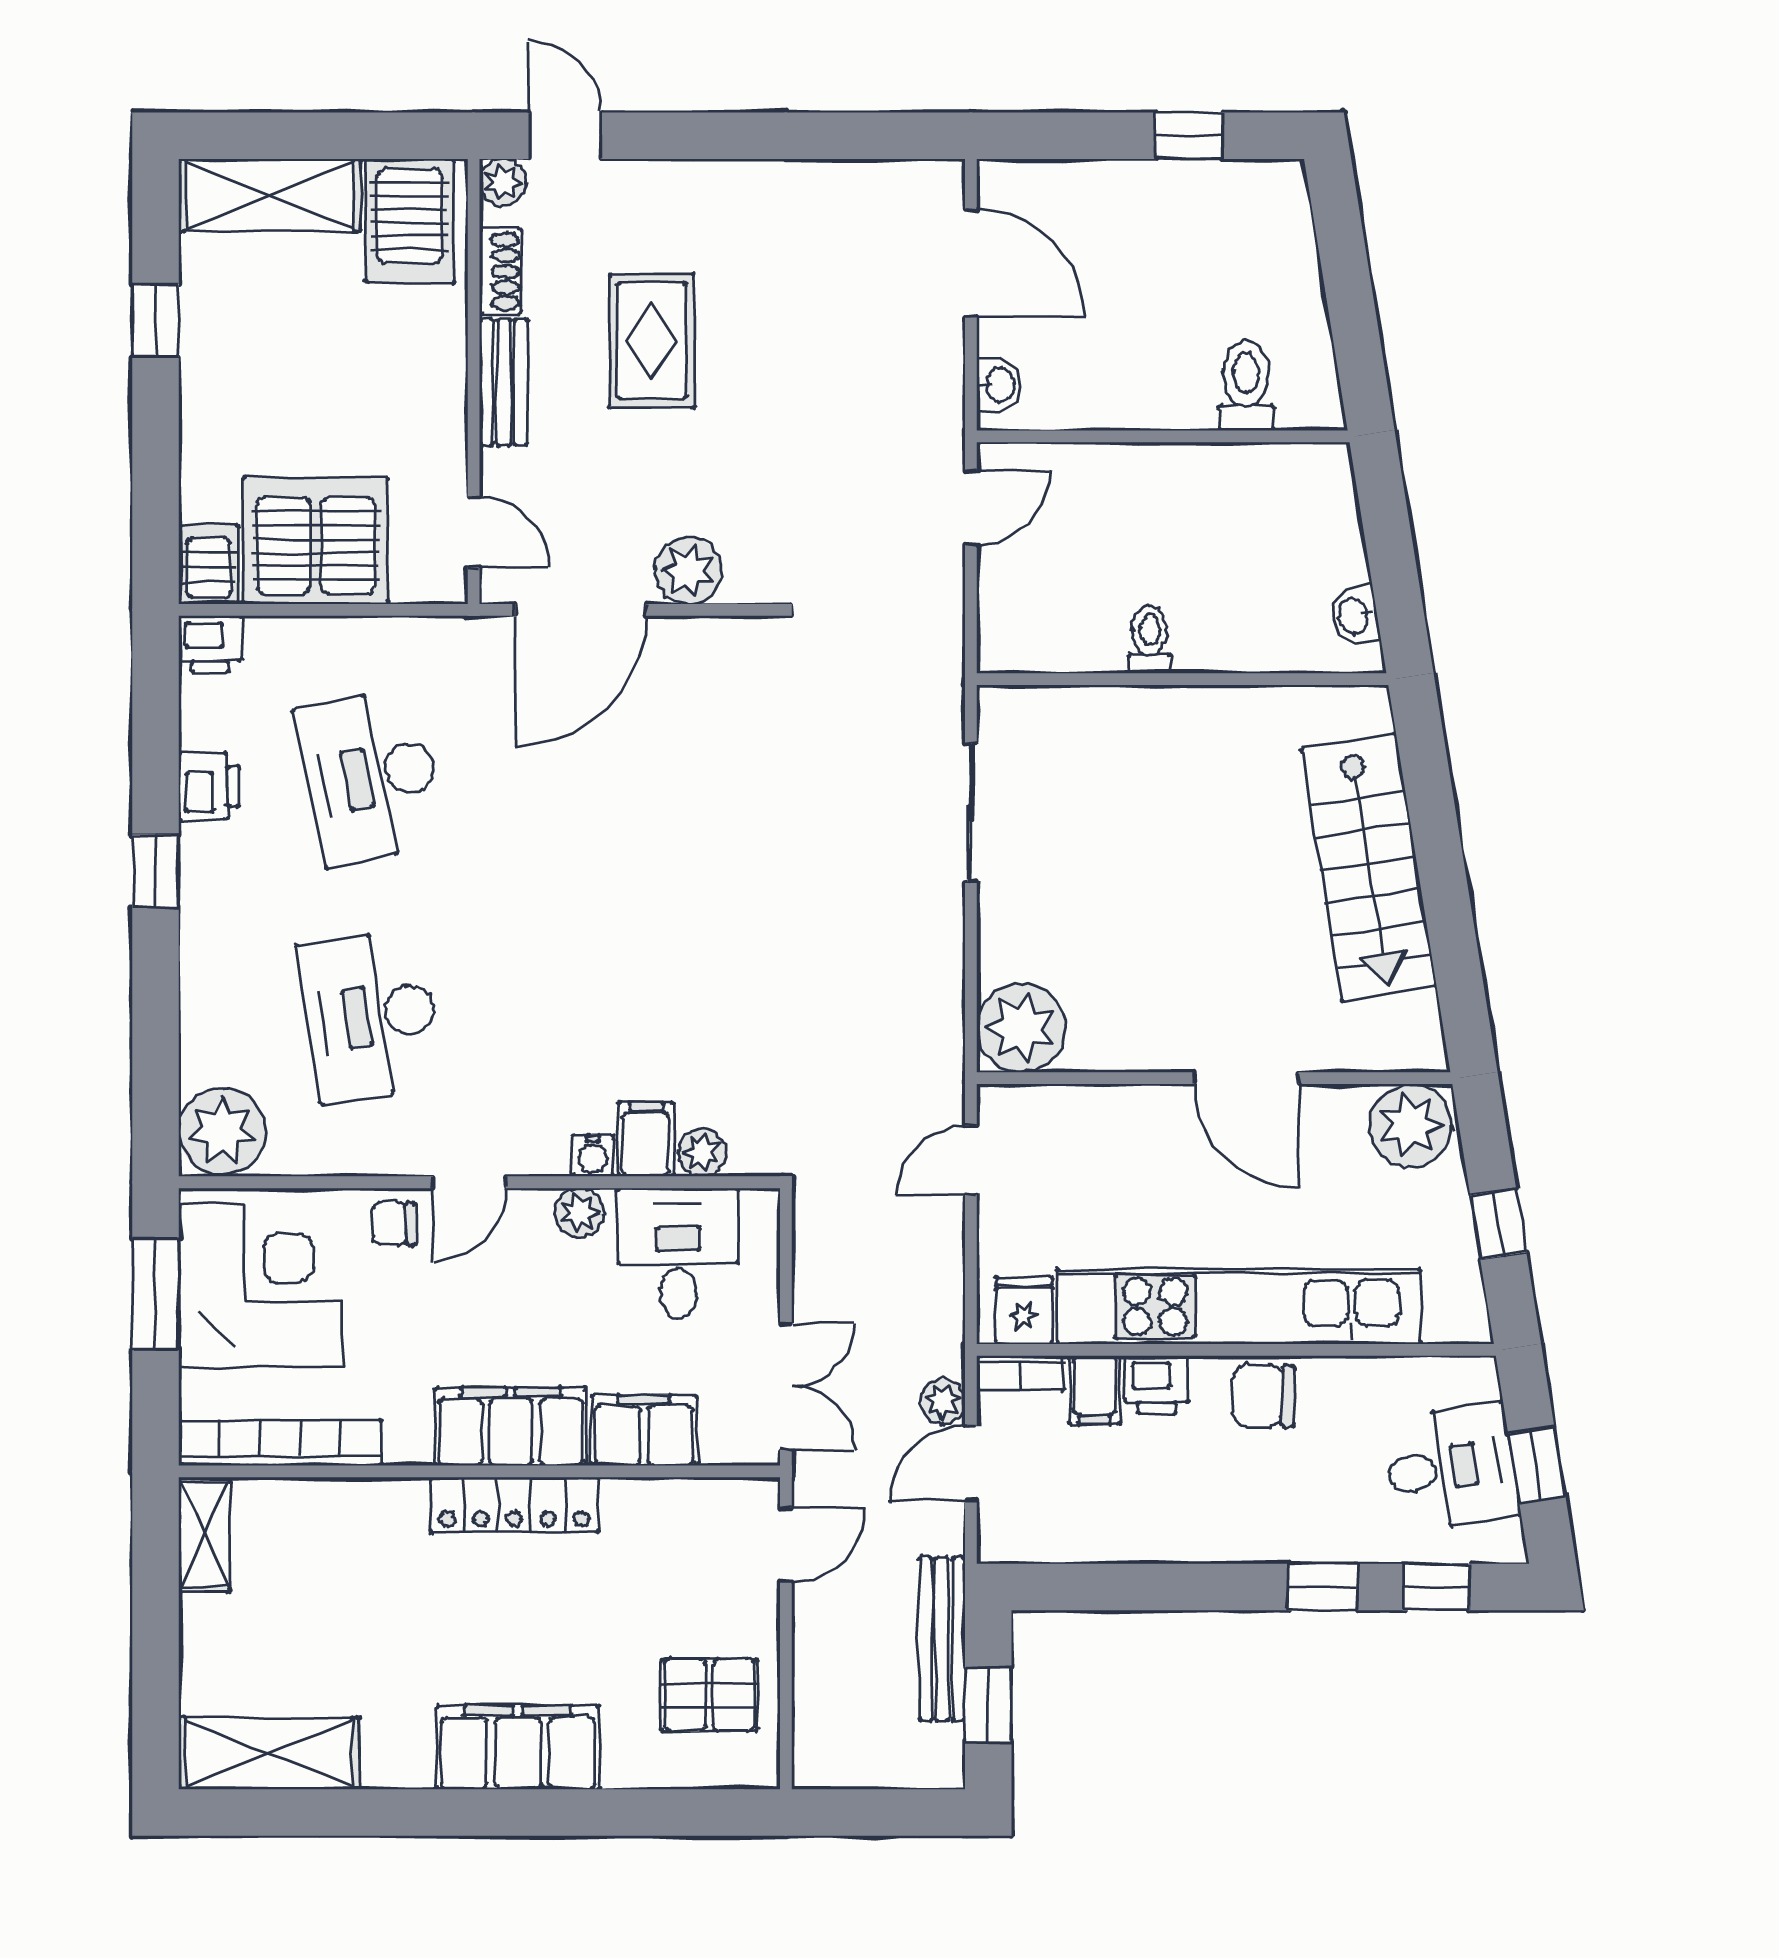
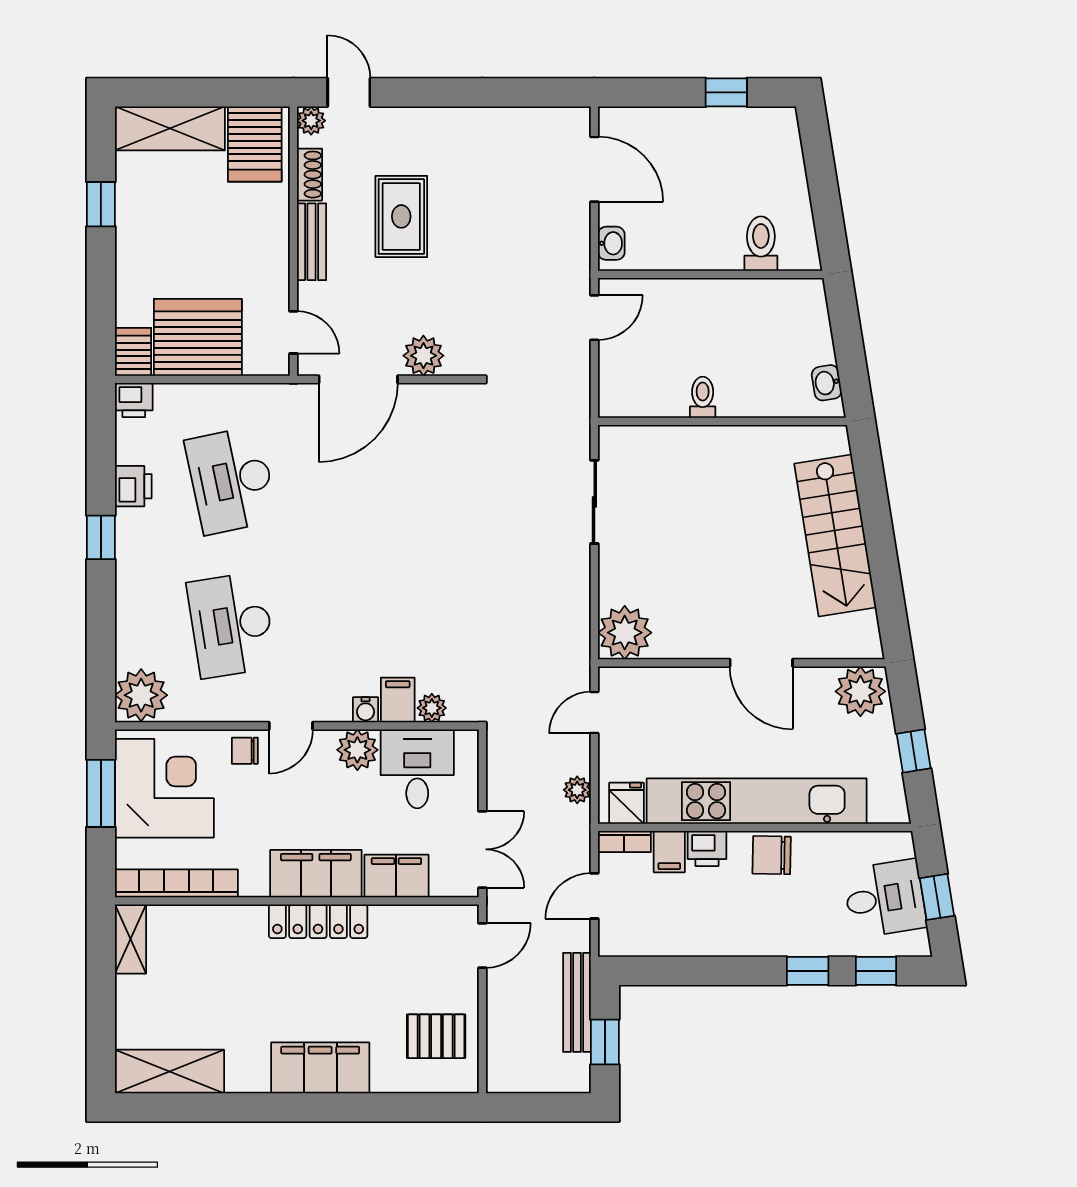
plant: (579, 1213) -> (357, 750), width x1.38, depth x1.38
plant: (942, 1401) -> (577, 790), moved

